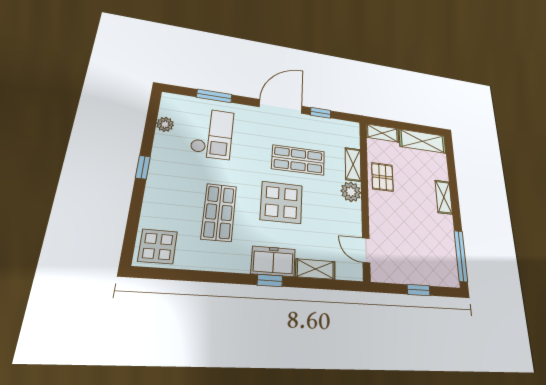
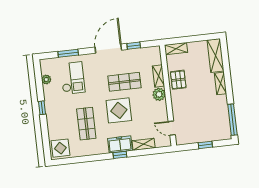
shelving: (422, 141) -> (216, 56), moved, turned 90

